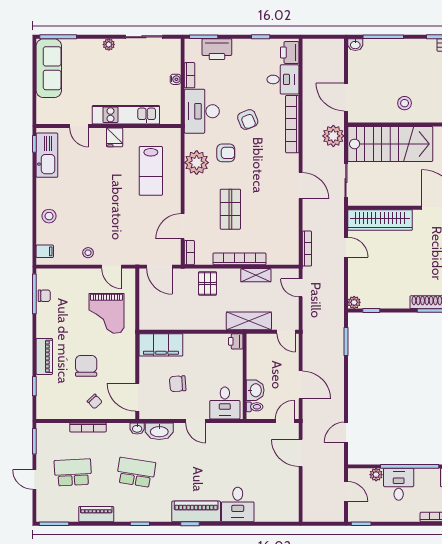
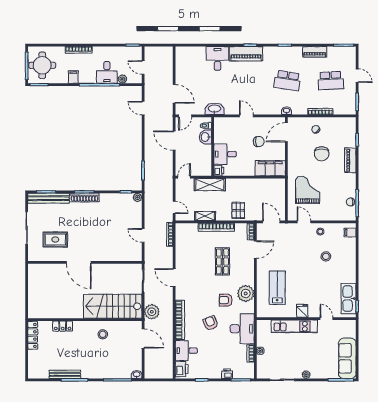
printer: (217, 49) -> (227, 374), width x0.53, depth x0.68
stool: (49, 216) -> (326, 256), moved
wardrobe: (380, 220) -> (120, 254), removed
door: (286, 332) -> (184, 177), hinge flipped
door: (137, 397) -> (286, 132), swing flipped
desk: (225, 403) -> (225, 154), moved, turned -90
washbasin: (159, 431) -> (215, 109), moved
door: (346, 432) -> (143, 108), swing flipped

